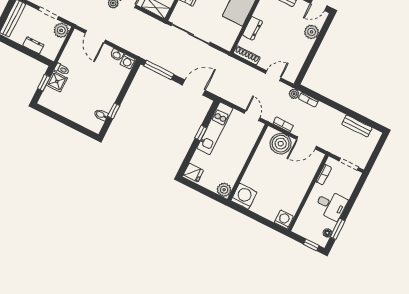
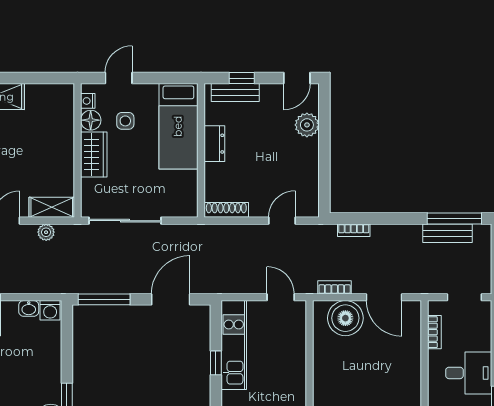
dresser: (252, 28) -> (214, 144), moved
plant: (294, 94) -> (46, 232), moved
window: (364, 120) -> (454, 219), added
door: (307, 143) -> (384, 297), hinge flipped

